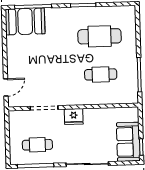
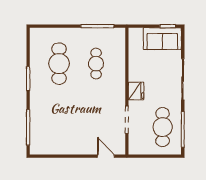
booth: (25, 21) -> (42, 135), removed
cafe table: (37, 145) -> (163, 127), width x1.37, depth x1.35

